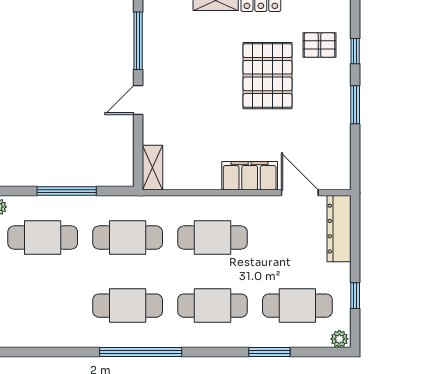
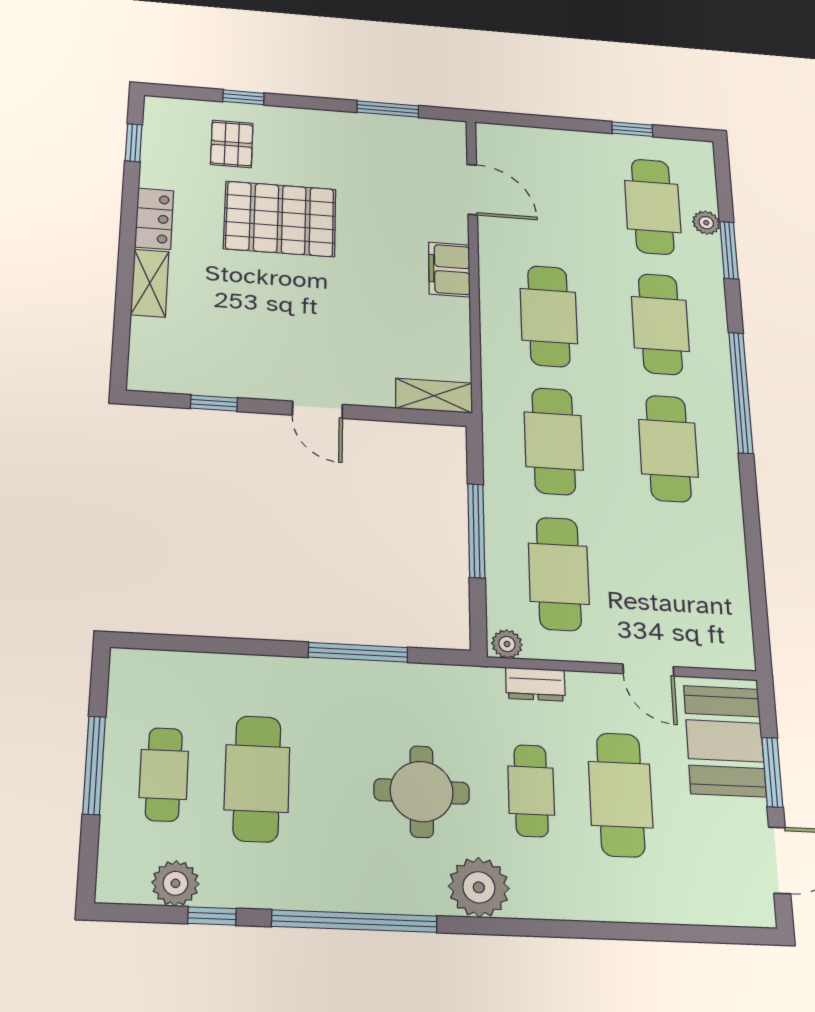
window: (138, 41) -> (214, 403), width x0.46
window: (355, 105) -> (388, 109), moved
filing cabinet: (250, 176) -> (449, 269), width x0.67, depth x0.86
door: (300, 193) -> (472, 190), swing flipped
dresser: (339, 229) -> (528, 142), removed
plant: (339, 339) -> (706, 223), moved
window: (141, 352) -> (741, 392), moved

